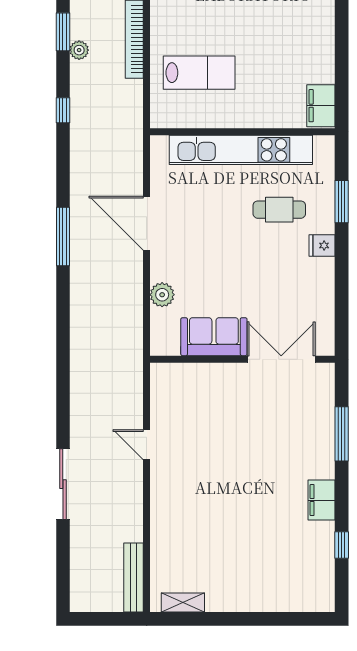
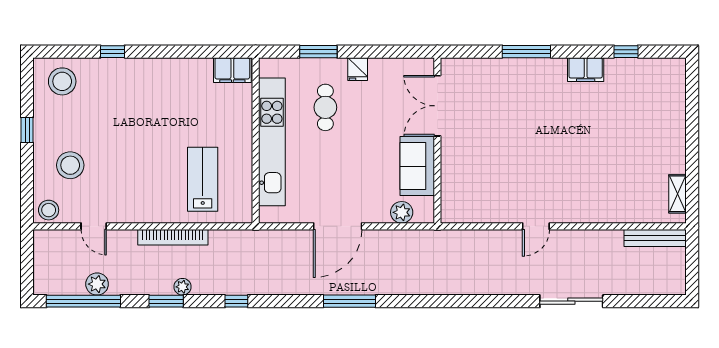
sofa: (214, 337) -> (417, 166), moved
wall: (242, 359) -> (437, 140), moved
double door: (281, 359) -> (437, 106), moved

